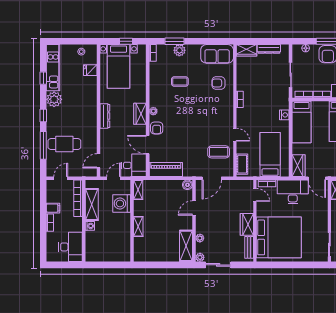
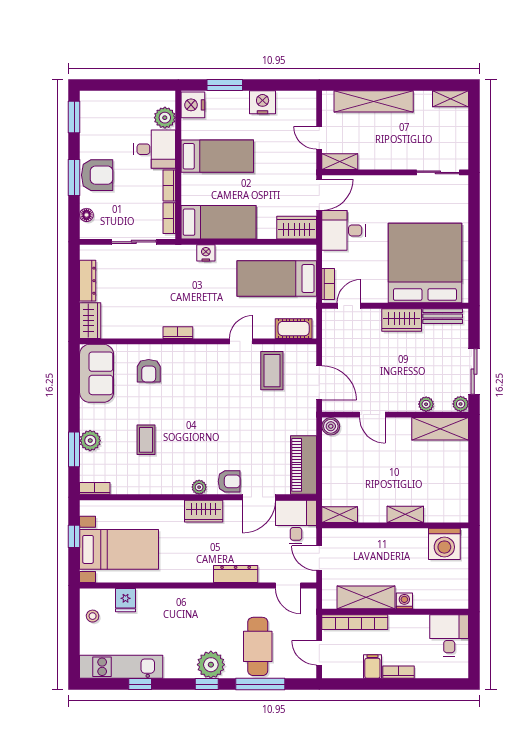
plant: (54, 99) -> (211, 665), moved
dresser: (105, 116) -> (236, 574), moved
desk: (293, 192) -> (343, 230), width x0.73
washing machine: (122, 203) -> (444, 544), moved
desk: (71, 247) -> (449, 635), width x0.73

